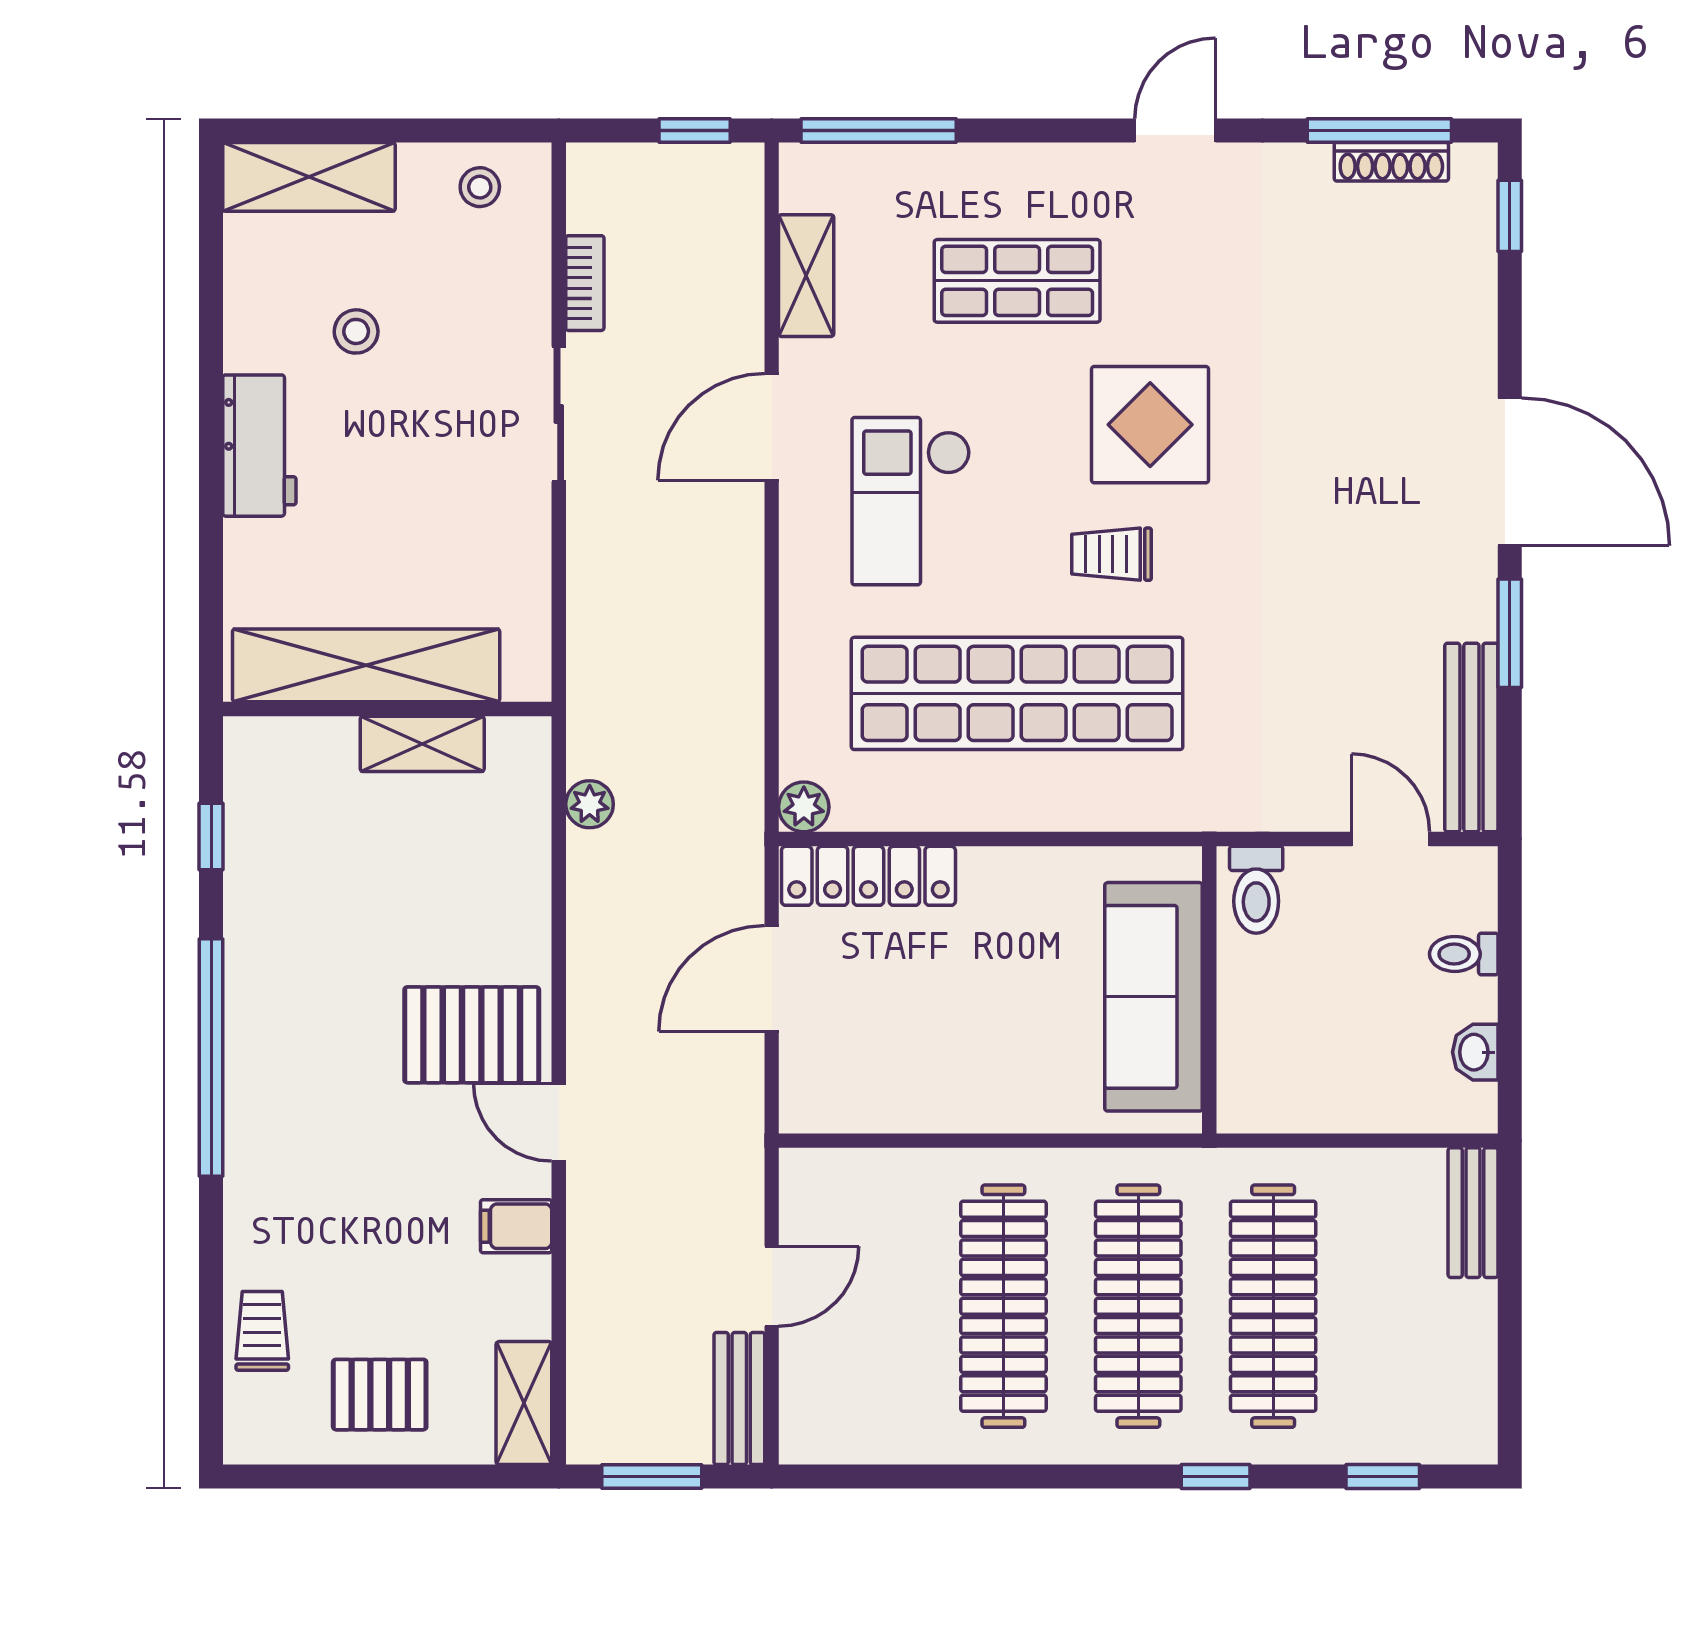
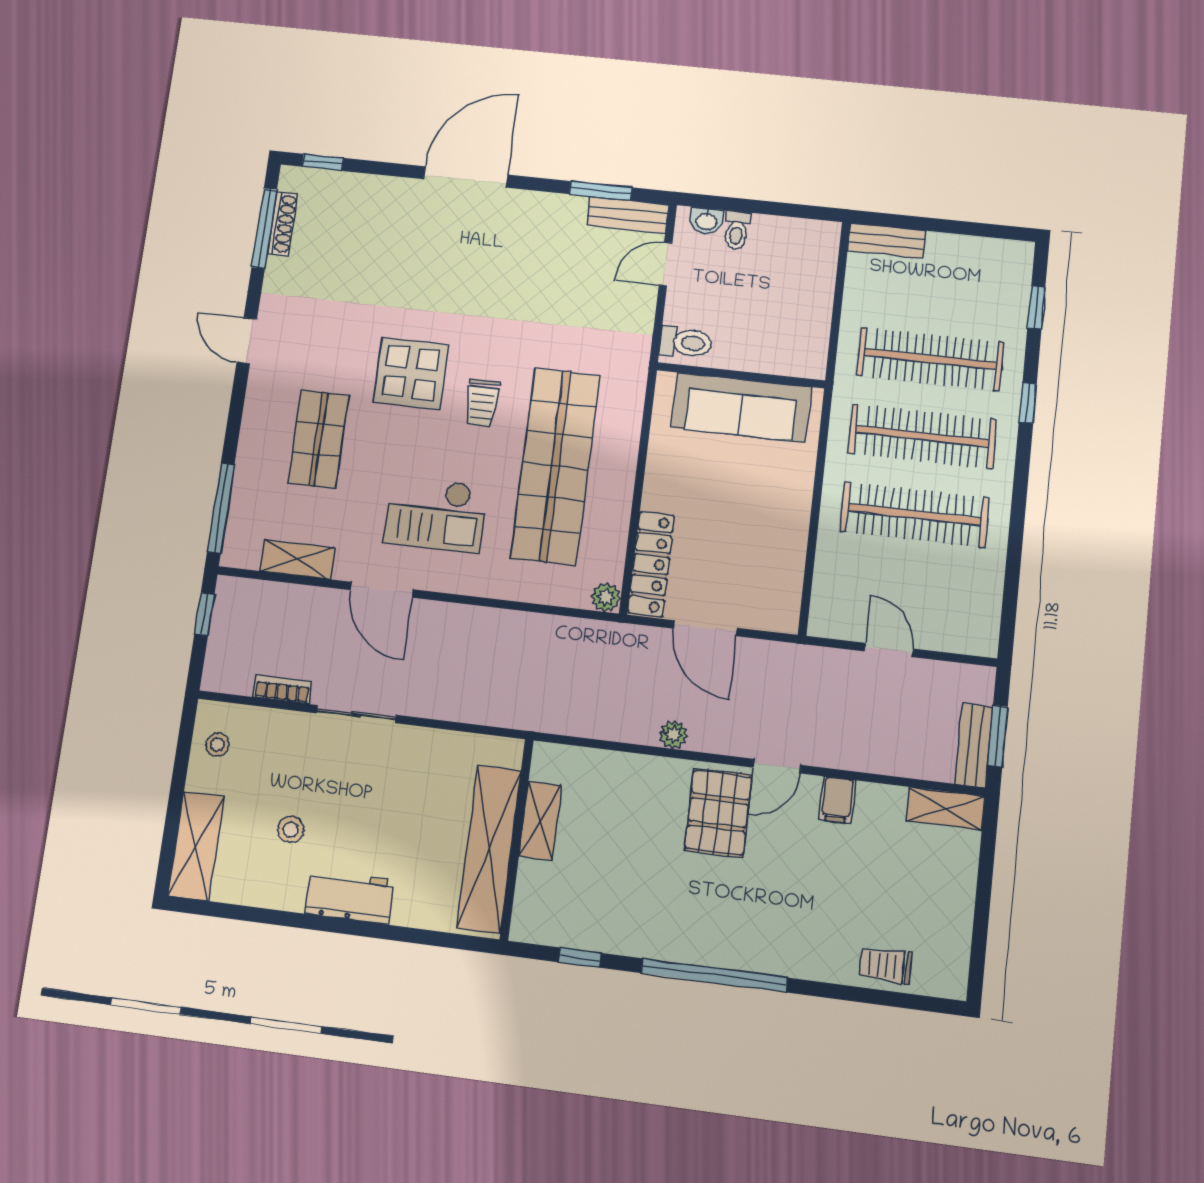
window: (1510, 633) -> (601, 191), moved
bench: (1471, 737) -> (627, 215), width x0.73
plant: (590, 804) -> (674, 735), moved
washbasin: (1475, 1052) -> (706, 221), moved
pallet: (380, 1395) -> (932, 897), removed
bench: (739, 1399) -> (974, 745), moved, turned 90

